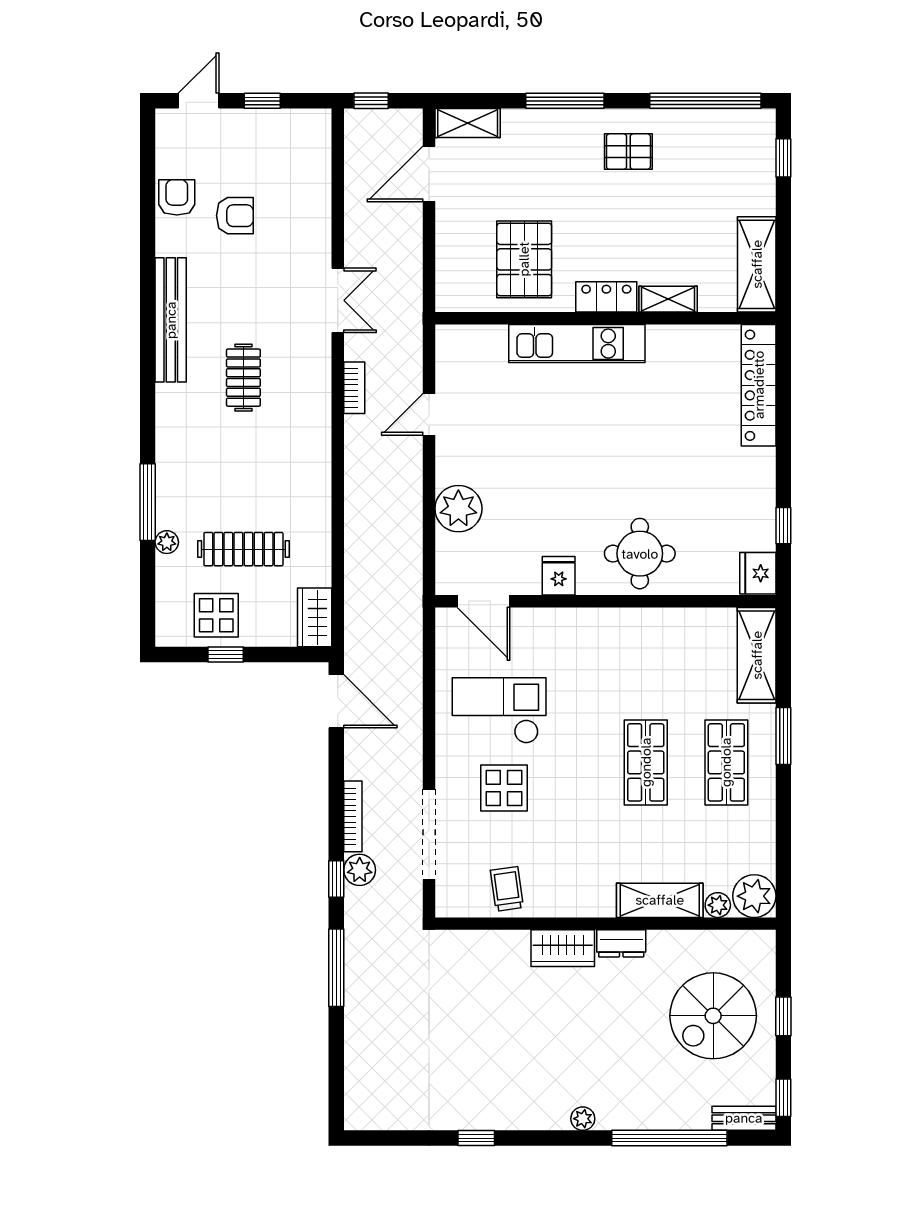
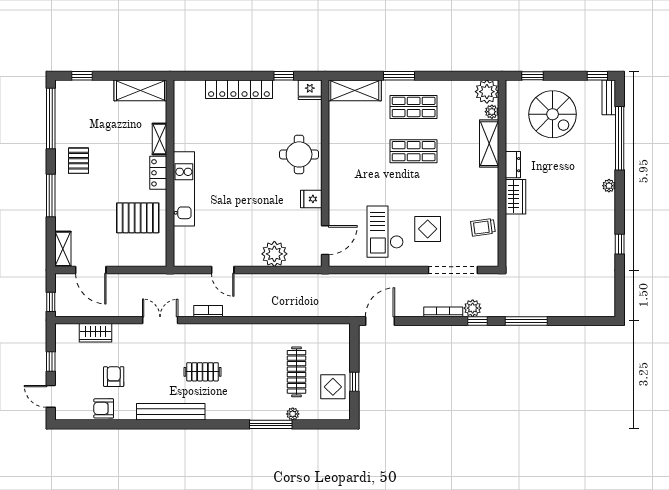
locker: (759, 385) -> (239, 89), moved
wardrobe: (315, 617) -> (95, 333), moved
window: (783, 1016) -> (533, 76), moved

